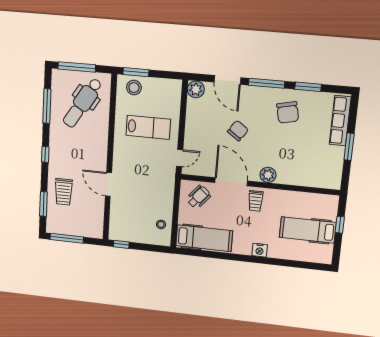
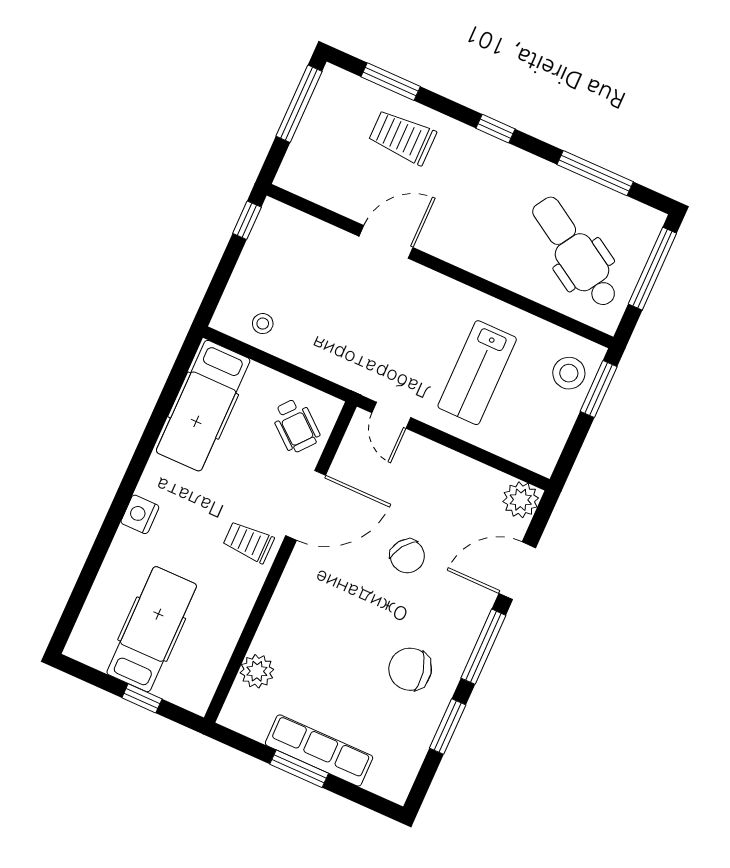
row of seats: (340, 121) -> (319, 750), moved
plant: (268, 175) -> (257, 671), moved

